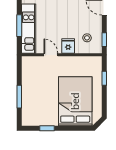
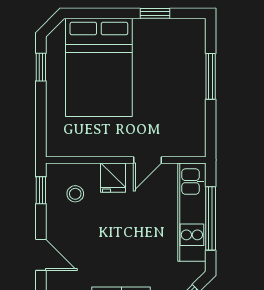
window: (19, 26) -> (211, 218), width x1.44
door: (51, 55) -> (147, 160), hinge flipped
window: (104, 78) -> (41, 67), moved

